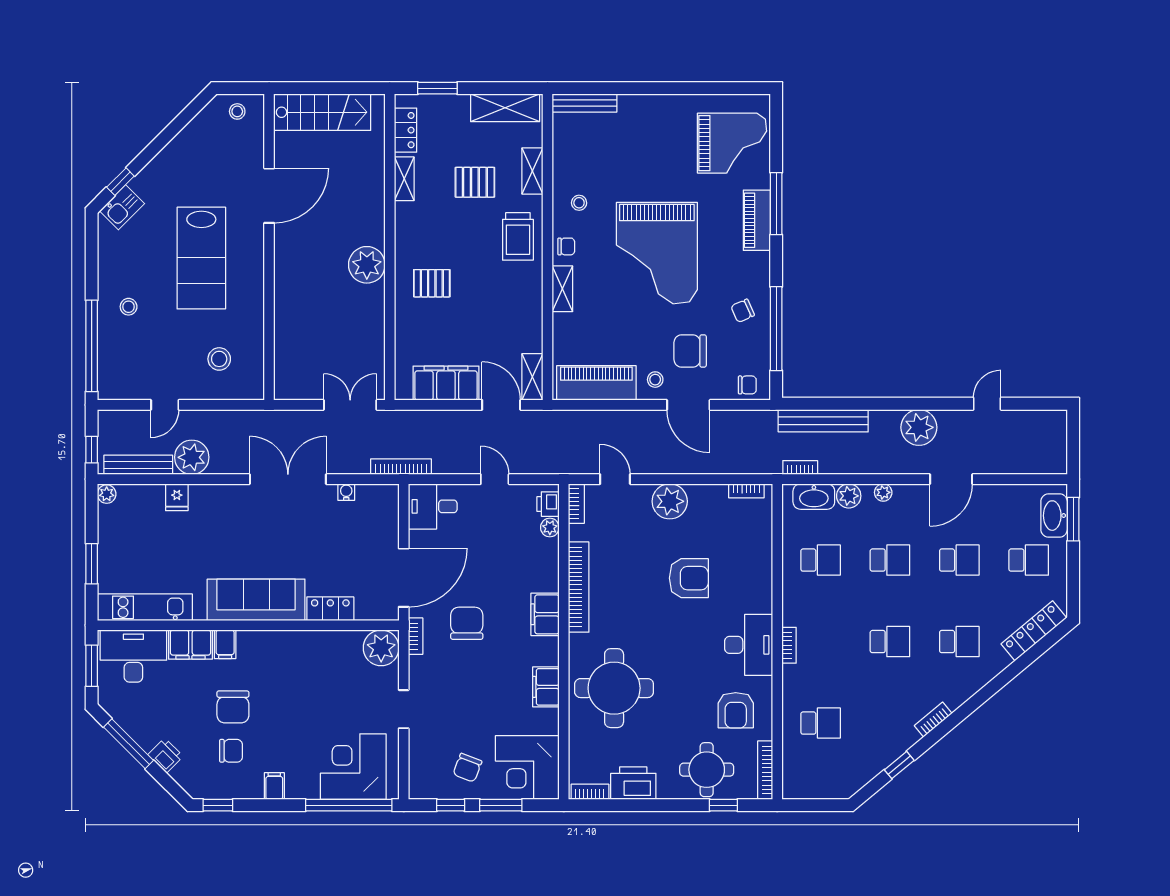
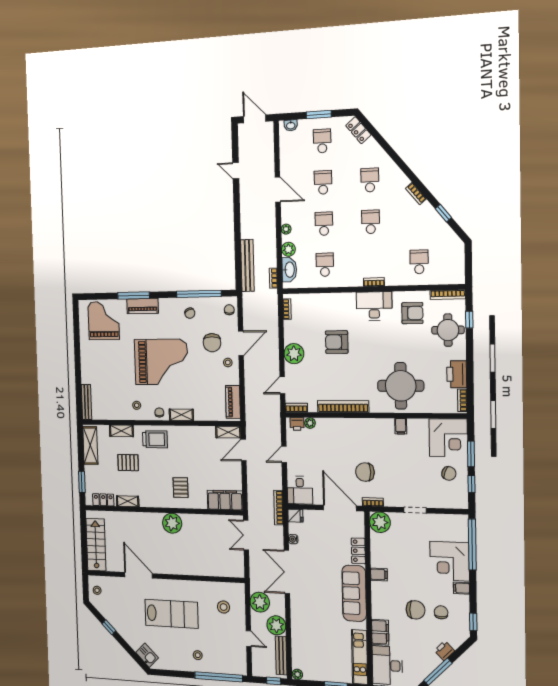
window: (120, 182) -> (109, 627), moved
pallet: (475, 182) -> (128, 463), turned 90
filing cabinet: (446, 383) -> (225, 500), moved, turned 90
piano: (596, 383) -> (233, 402), width x0.73, depth x0.75
plant: (919, 427) -> (260, 602), moved
door: (1073, 441) -> (255, 119), added
fridge: (177, 497) -> (295, 516), moved
washbasin: (1054, 516) -> (291, 125), width x0.52, depth x0.69
window: (1073, 519) -> (319, 115), moved
armchair: (689, 578) -> (337, 342), turned -90
filing cabinet: (545, 614) -> (359, 426), removed
locker: (1034, 631) -> (358, 130), width x0.66
filing cabinet: (225, 644) -> (379, 574), moved
filing cabinet: (546, 687) -> (401, 426), width x0.50
corner desk: (353, 767) -> (450, 561), moved

